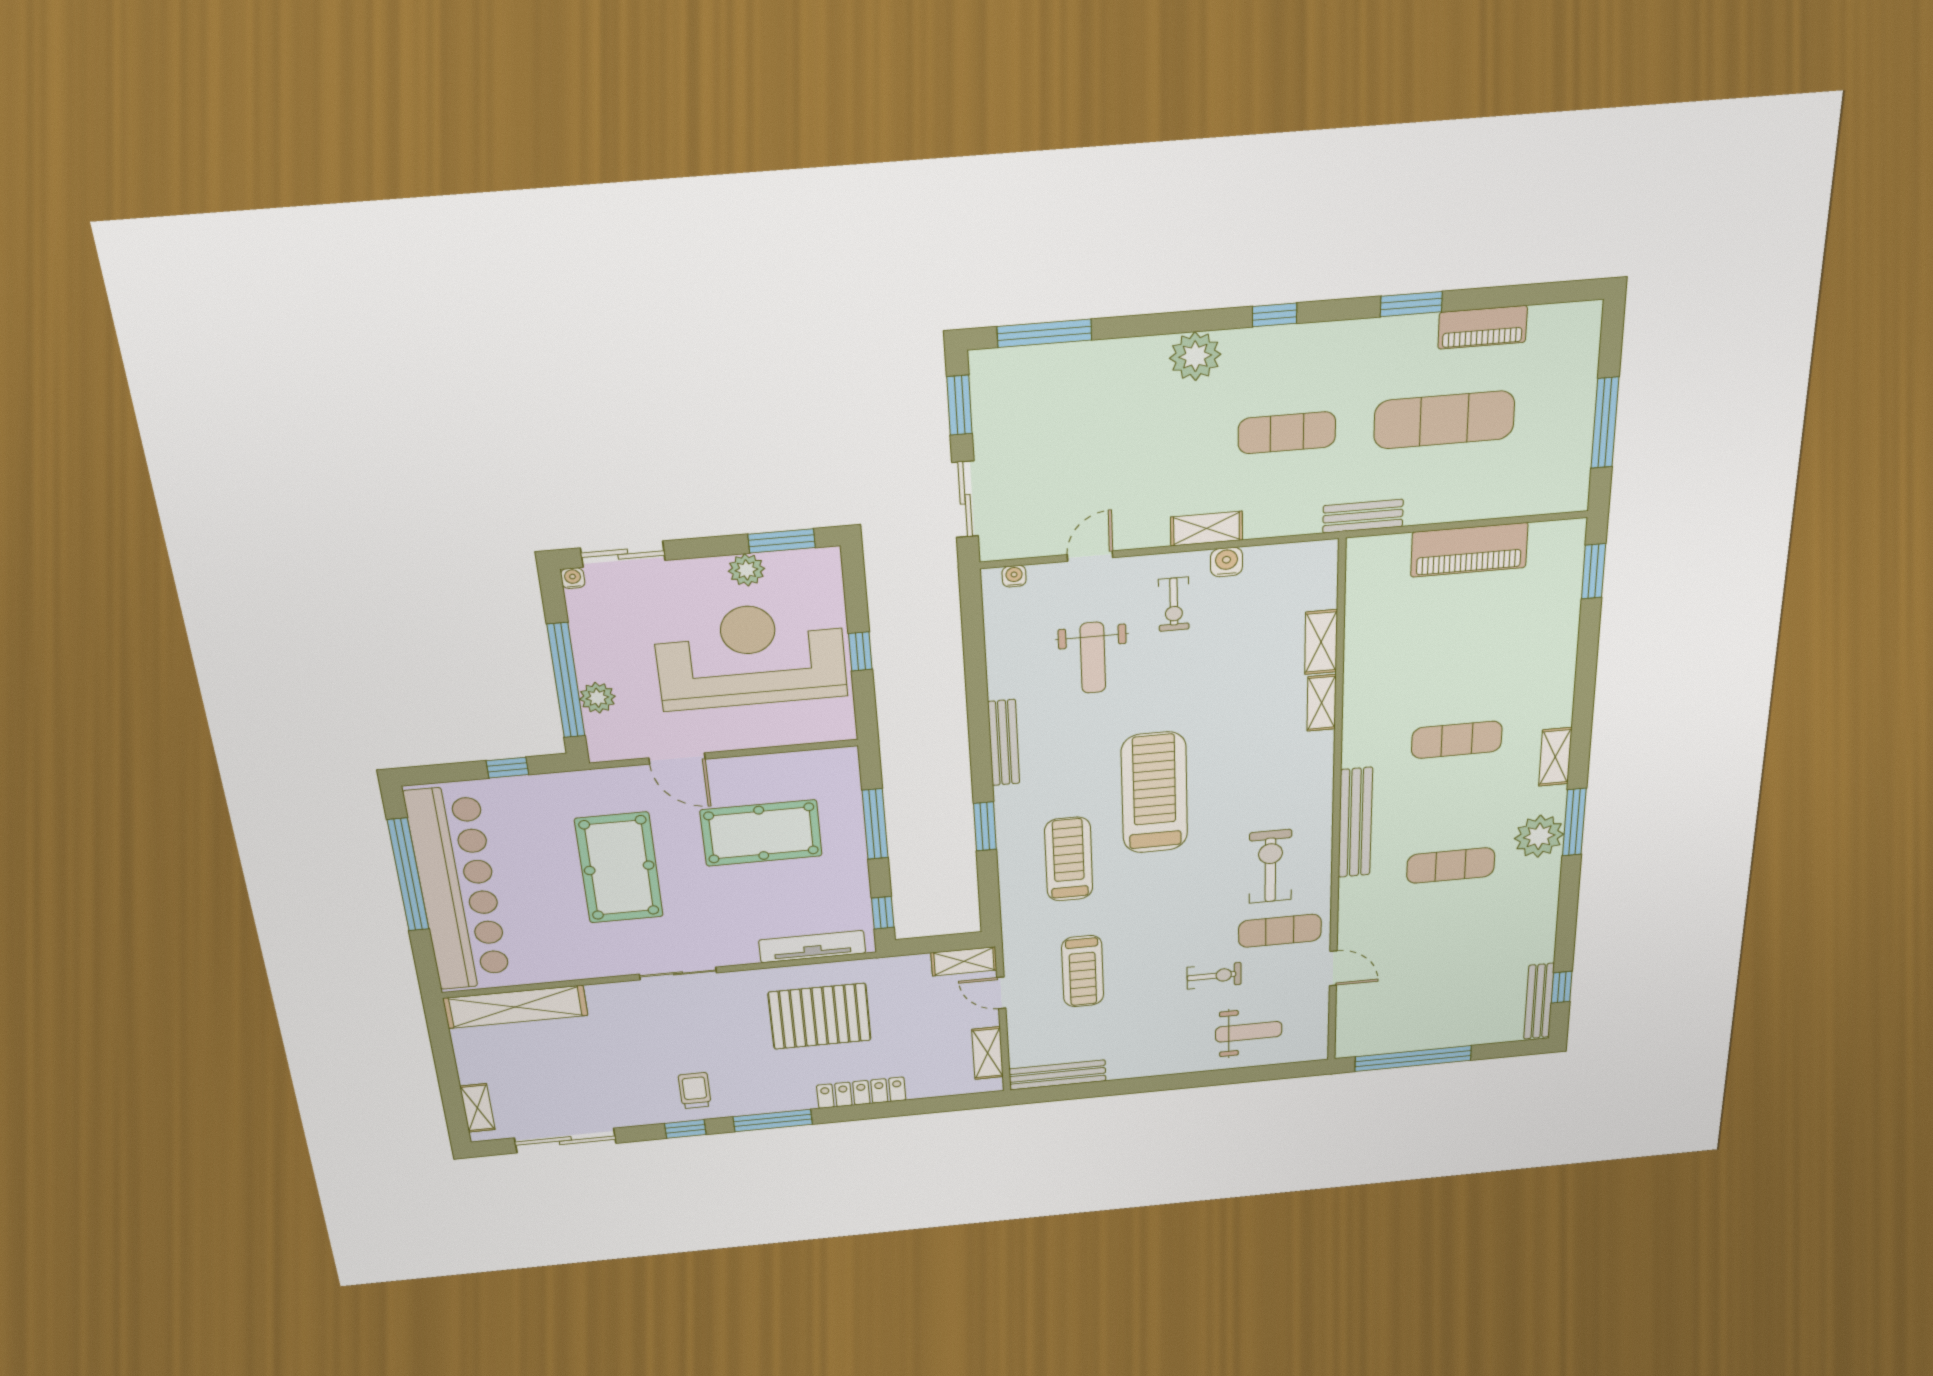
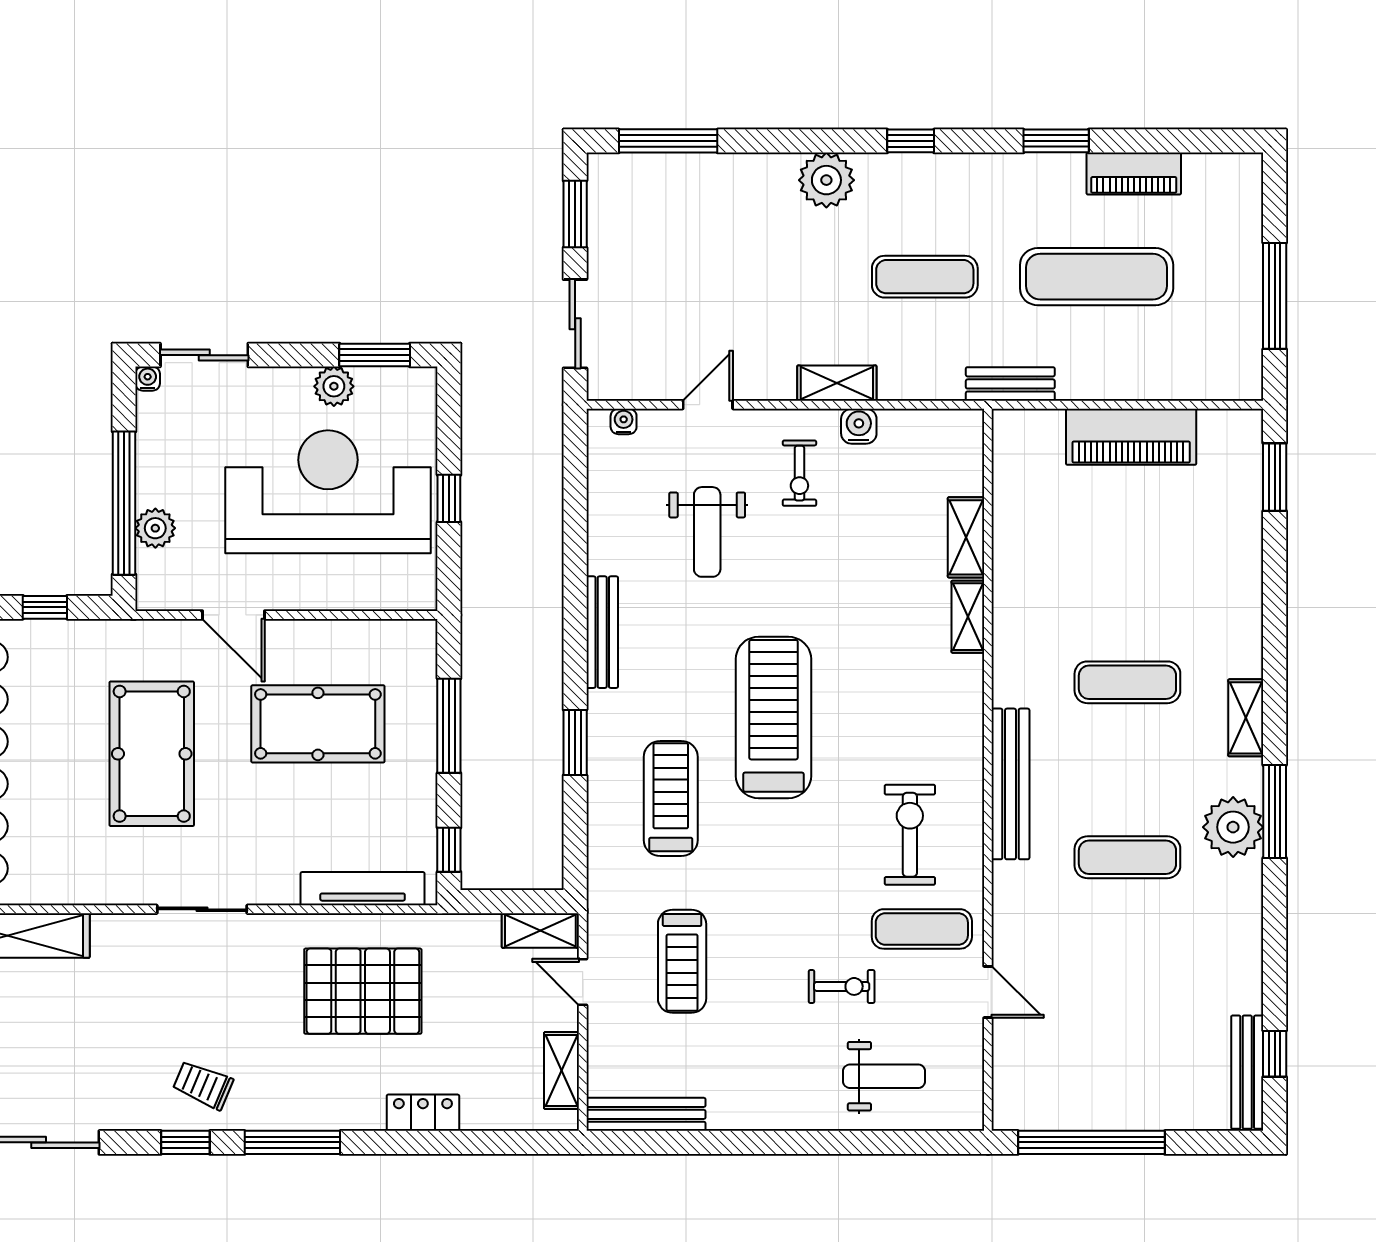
trolley: (695, 1091) -> (203, 1085), turned -67
locker: (861, 1093) -> (423, 1113), width x0.66

